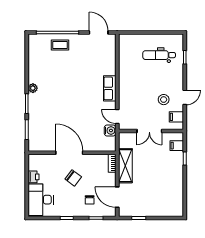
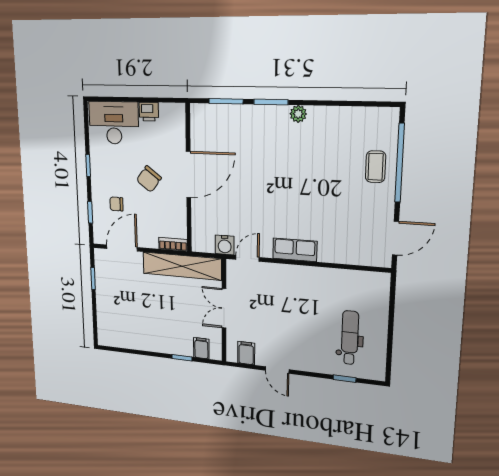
stool: (164, 100) -> (274, 336), removed
shelving: (125, 166) -> (182, 266), width x1.47

